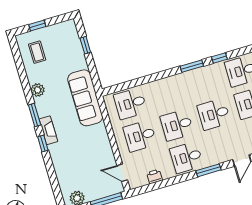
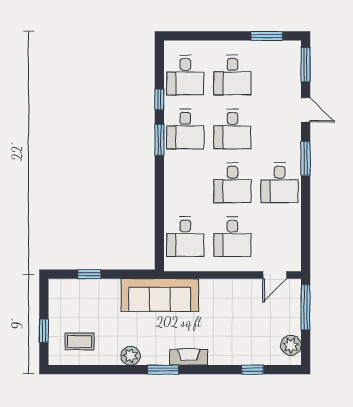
desk: (204, 82) -> (185, 129), added
window: (43, 143) -> (252, 370), moved
printer: (154, 177) -> (293, 233), removed

